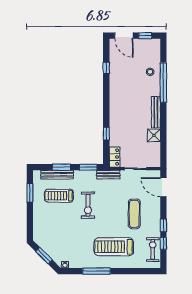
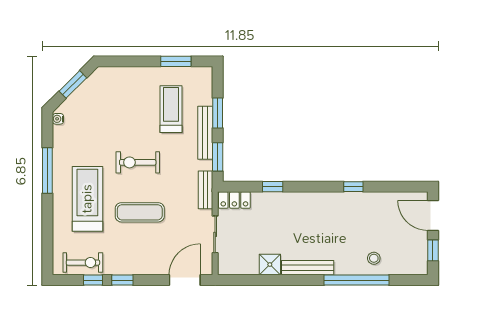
door: (124, 36) -> (433, 215), hinge flipped
window: (106, 68) -> (353, 187), moved
bench: (57, 175) -> (205, 133), moved
exercise bike: (88, 205) -> (138, 162), moved
exercise mat: (134, 214) -> (140, 212), moved

